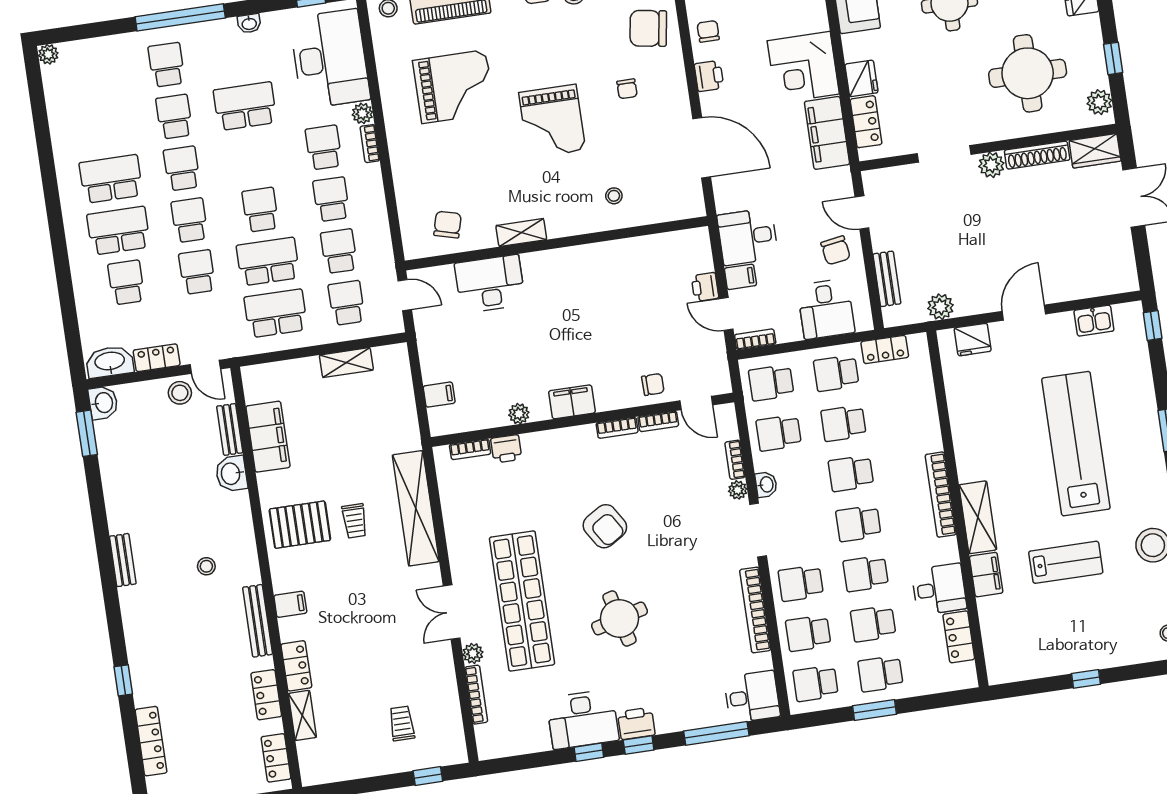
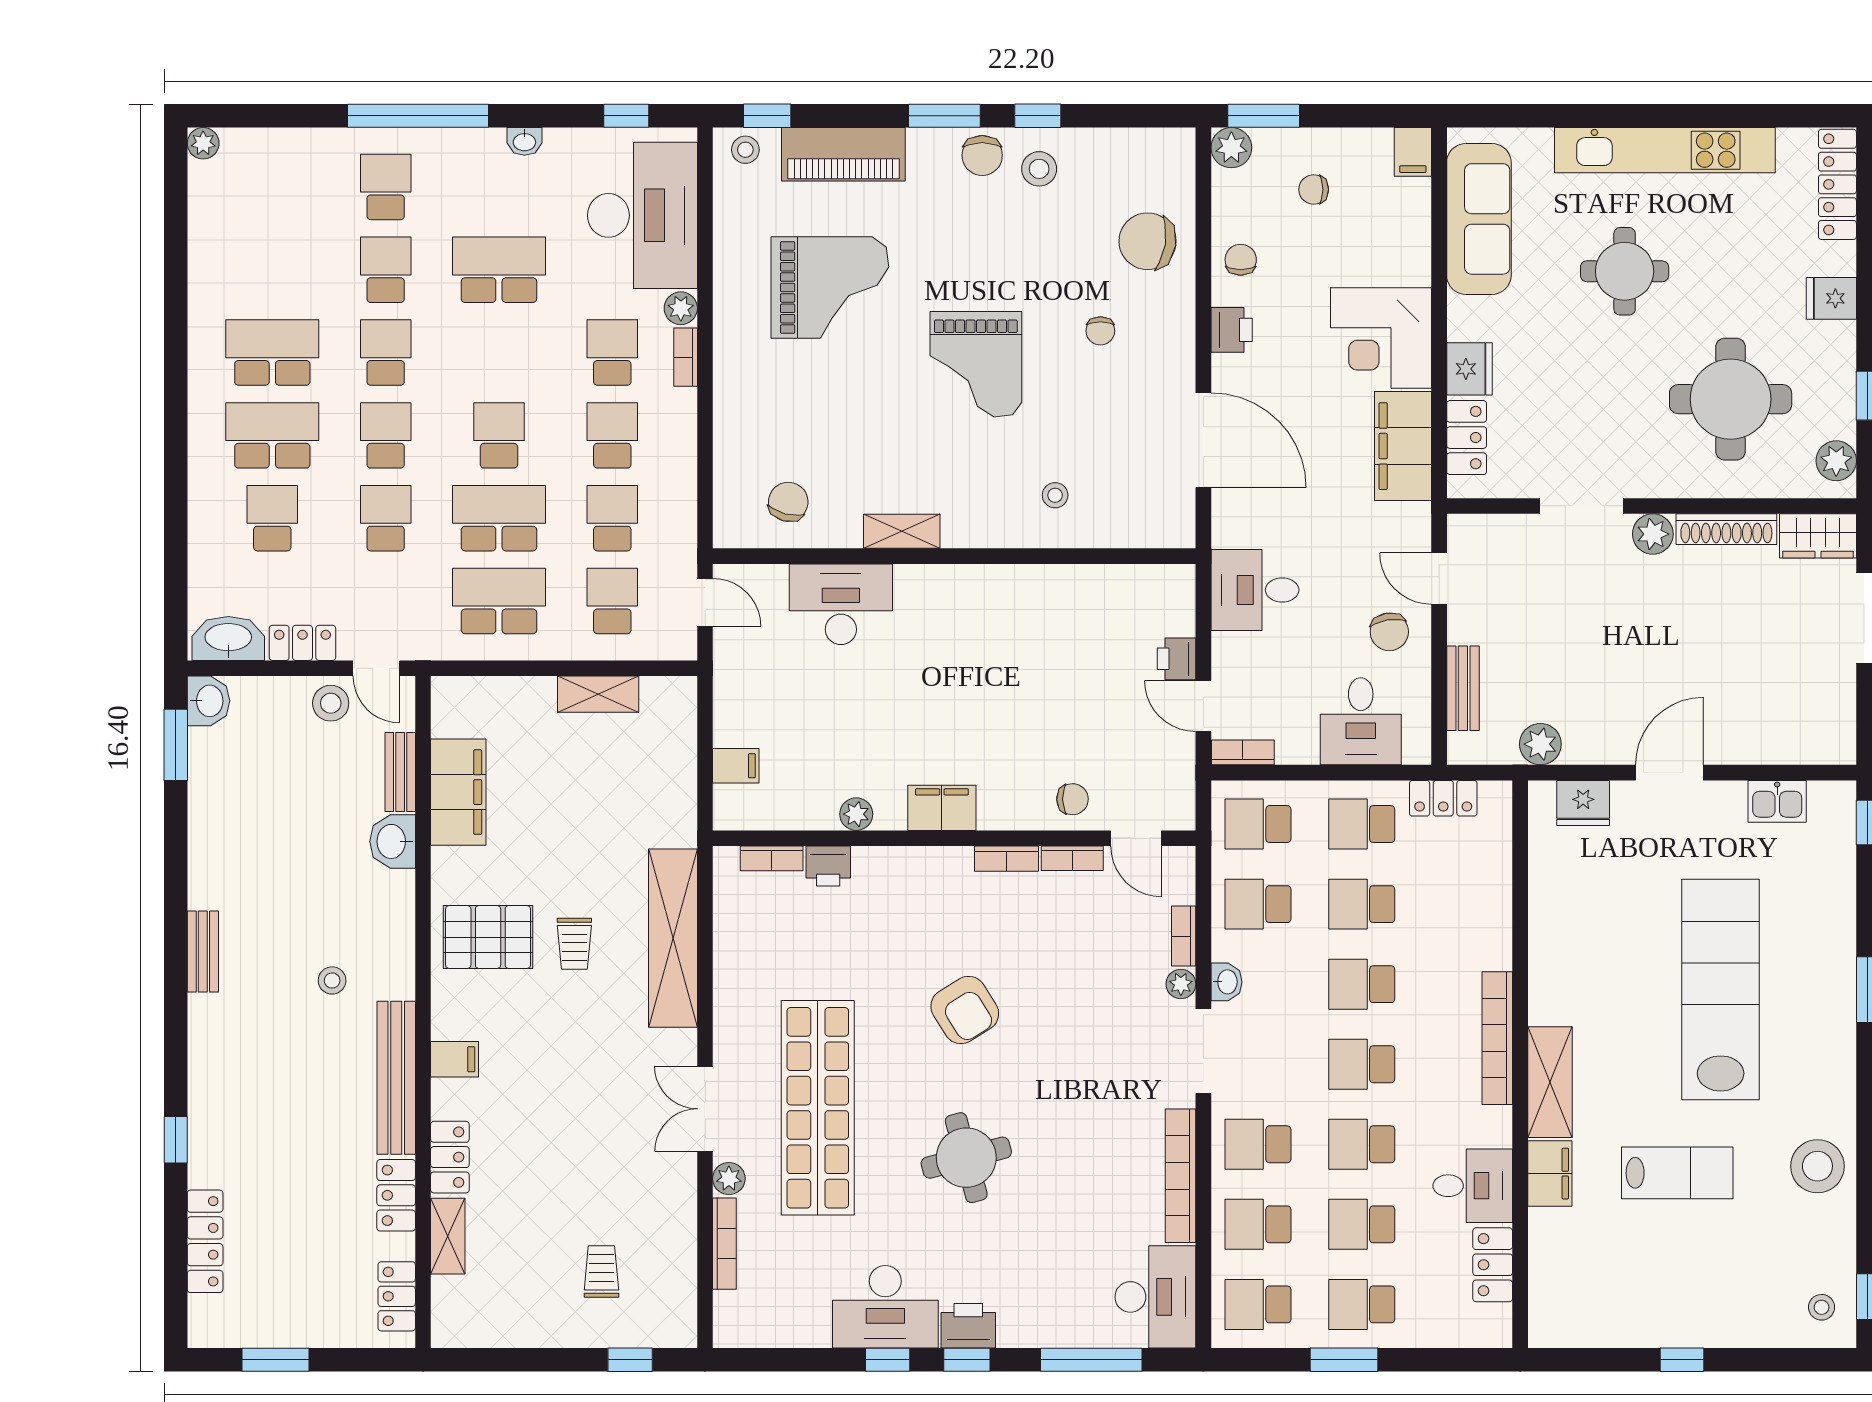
filing cabinet: (740, 277) -> (1234, 651), removed
bench: (258, 621) -> (396, 1078), width x1.37, depth x1.21
desk: (752, 697) -> (1155, 1297), width x1.37

